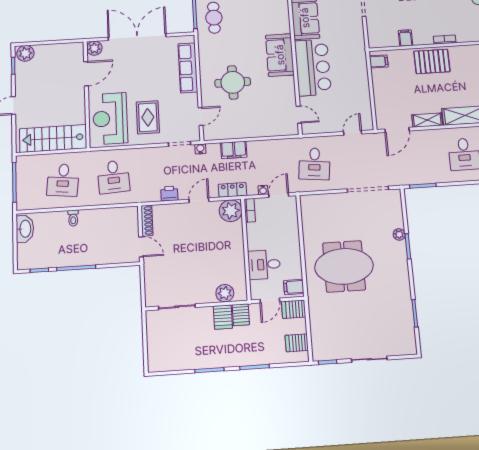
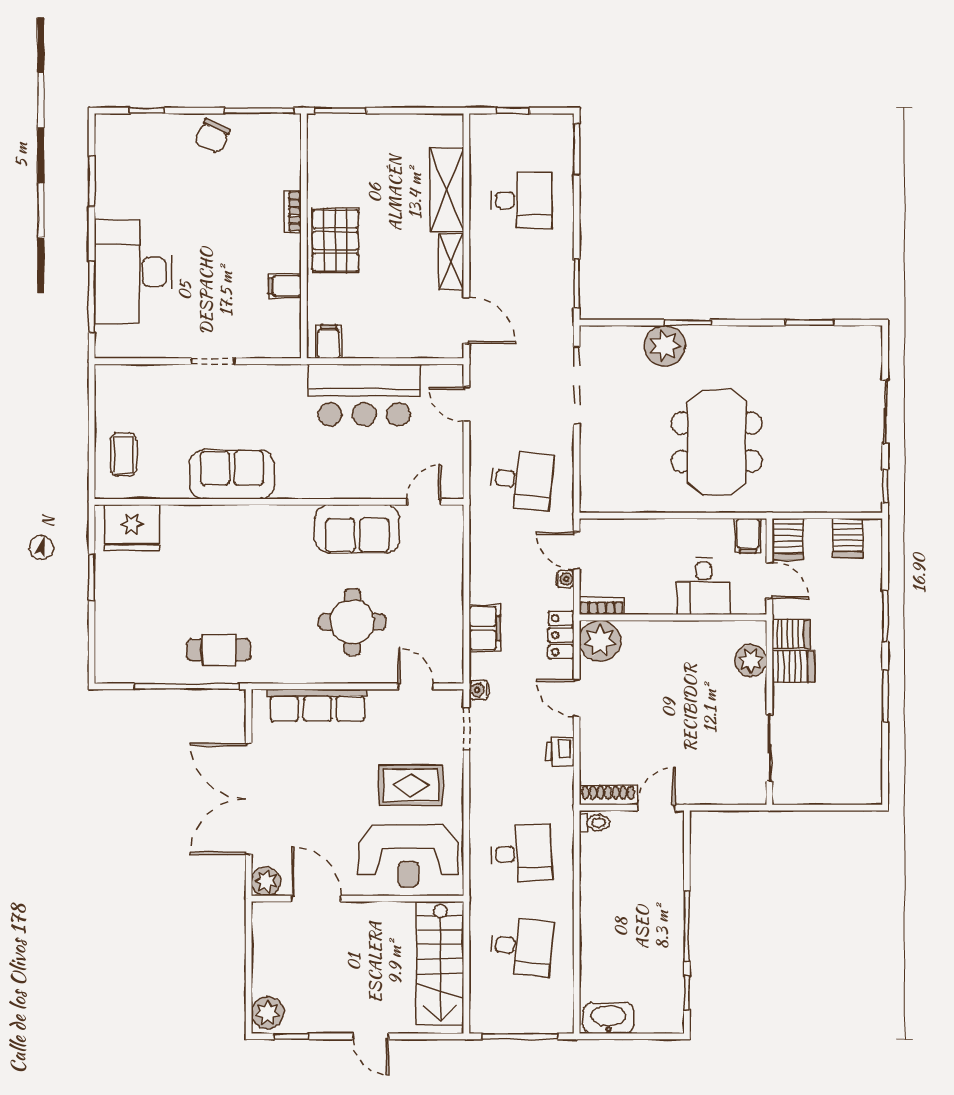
sofa: (280, 55) -> (357, 529), moved
bar counter: (313, 67) -> (364, 395), moved, turned 180
toilet: (73, 218) -> (594, 823), moved
plant: (399, 234) -> (665, 346), width x1.88, depth x1.88

